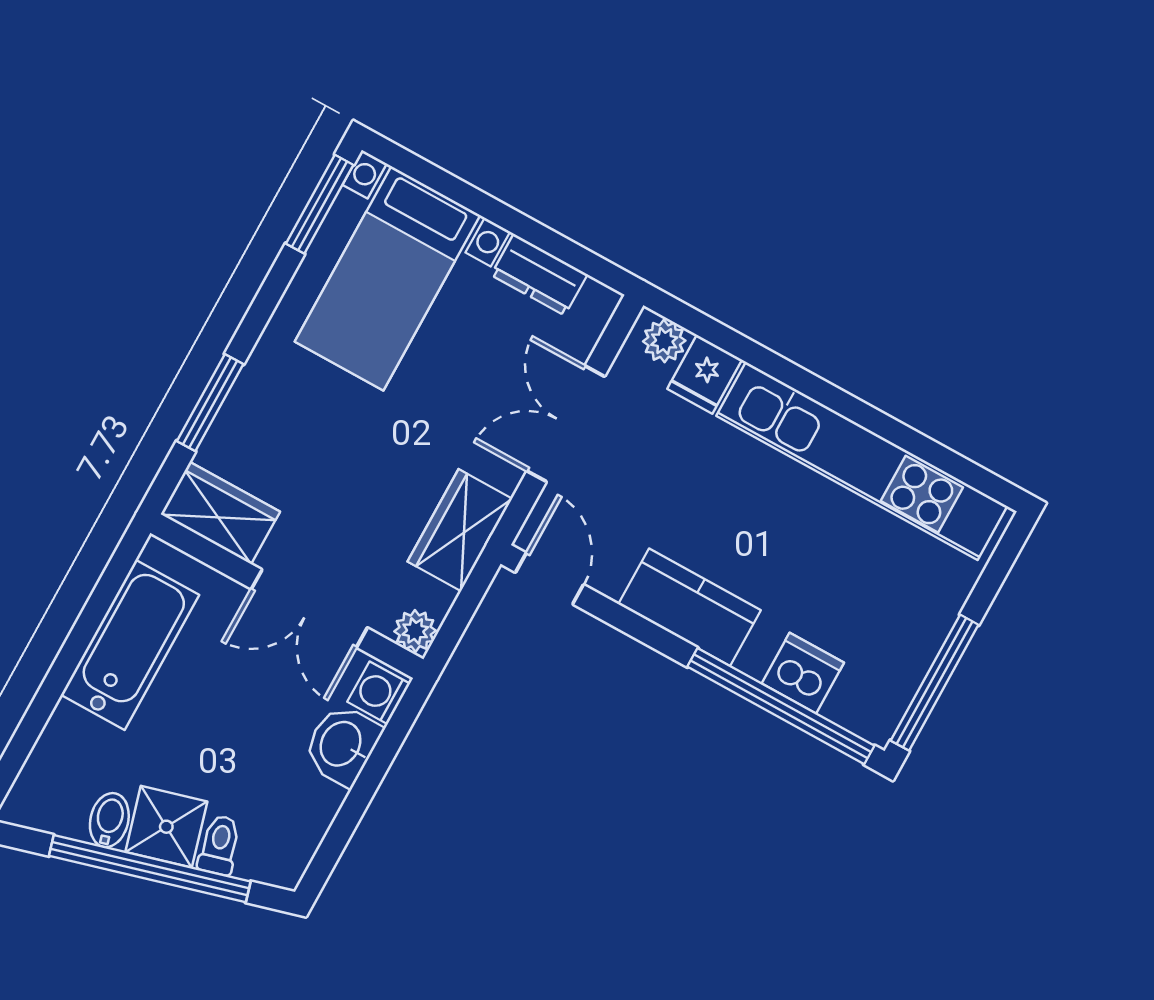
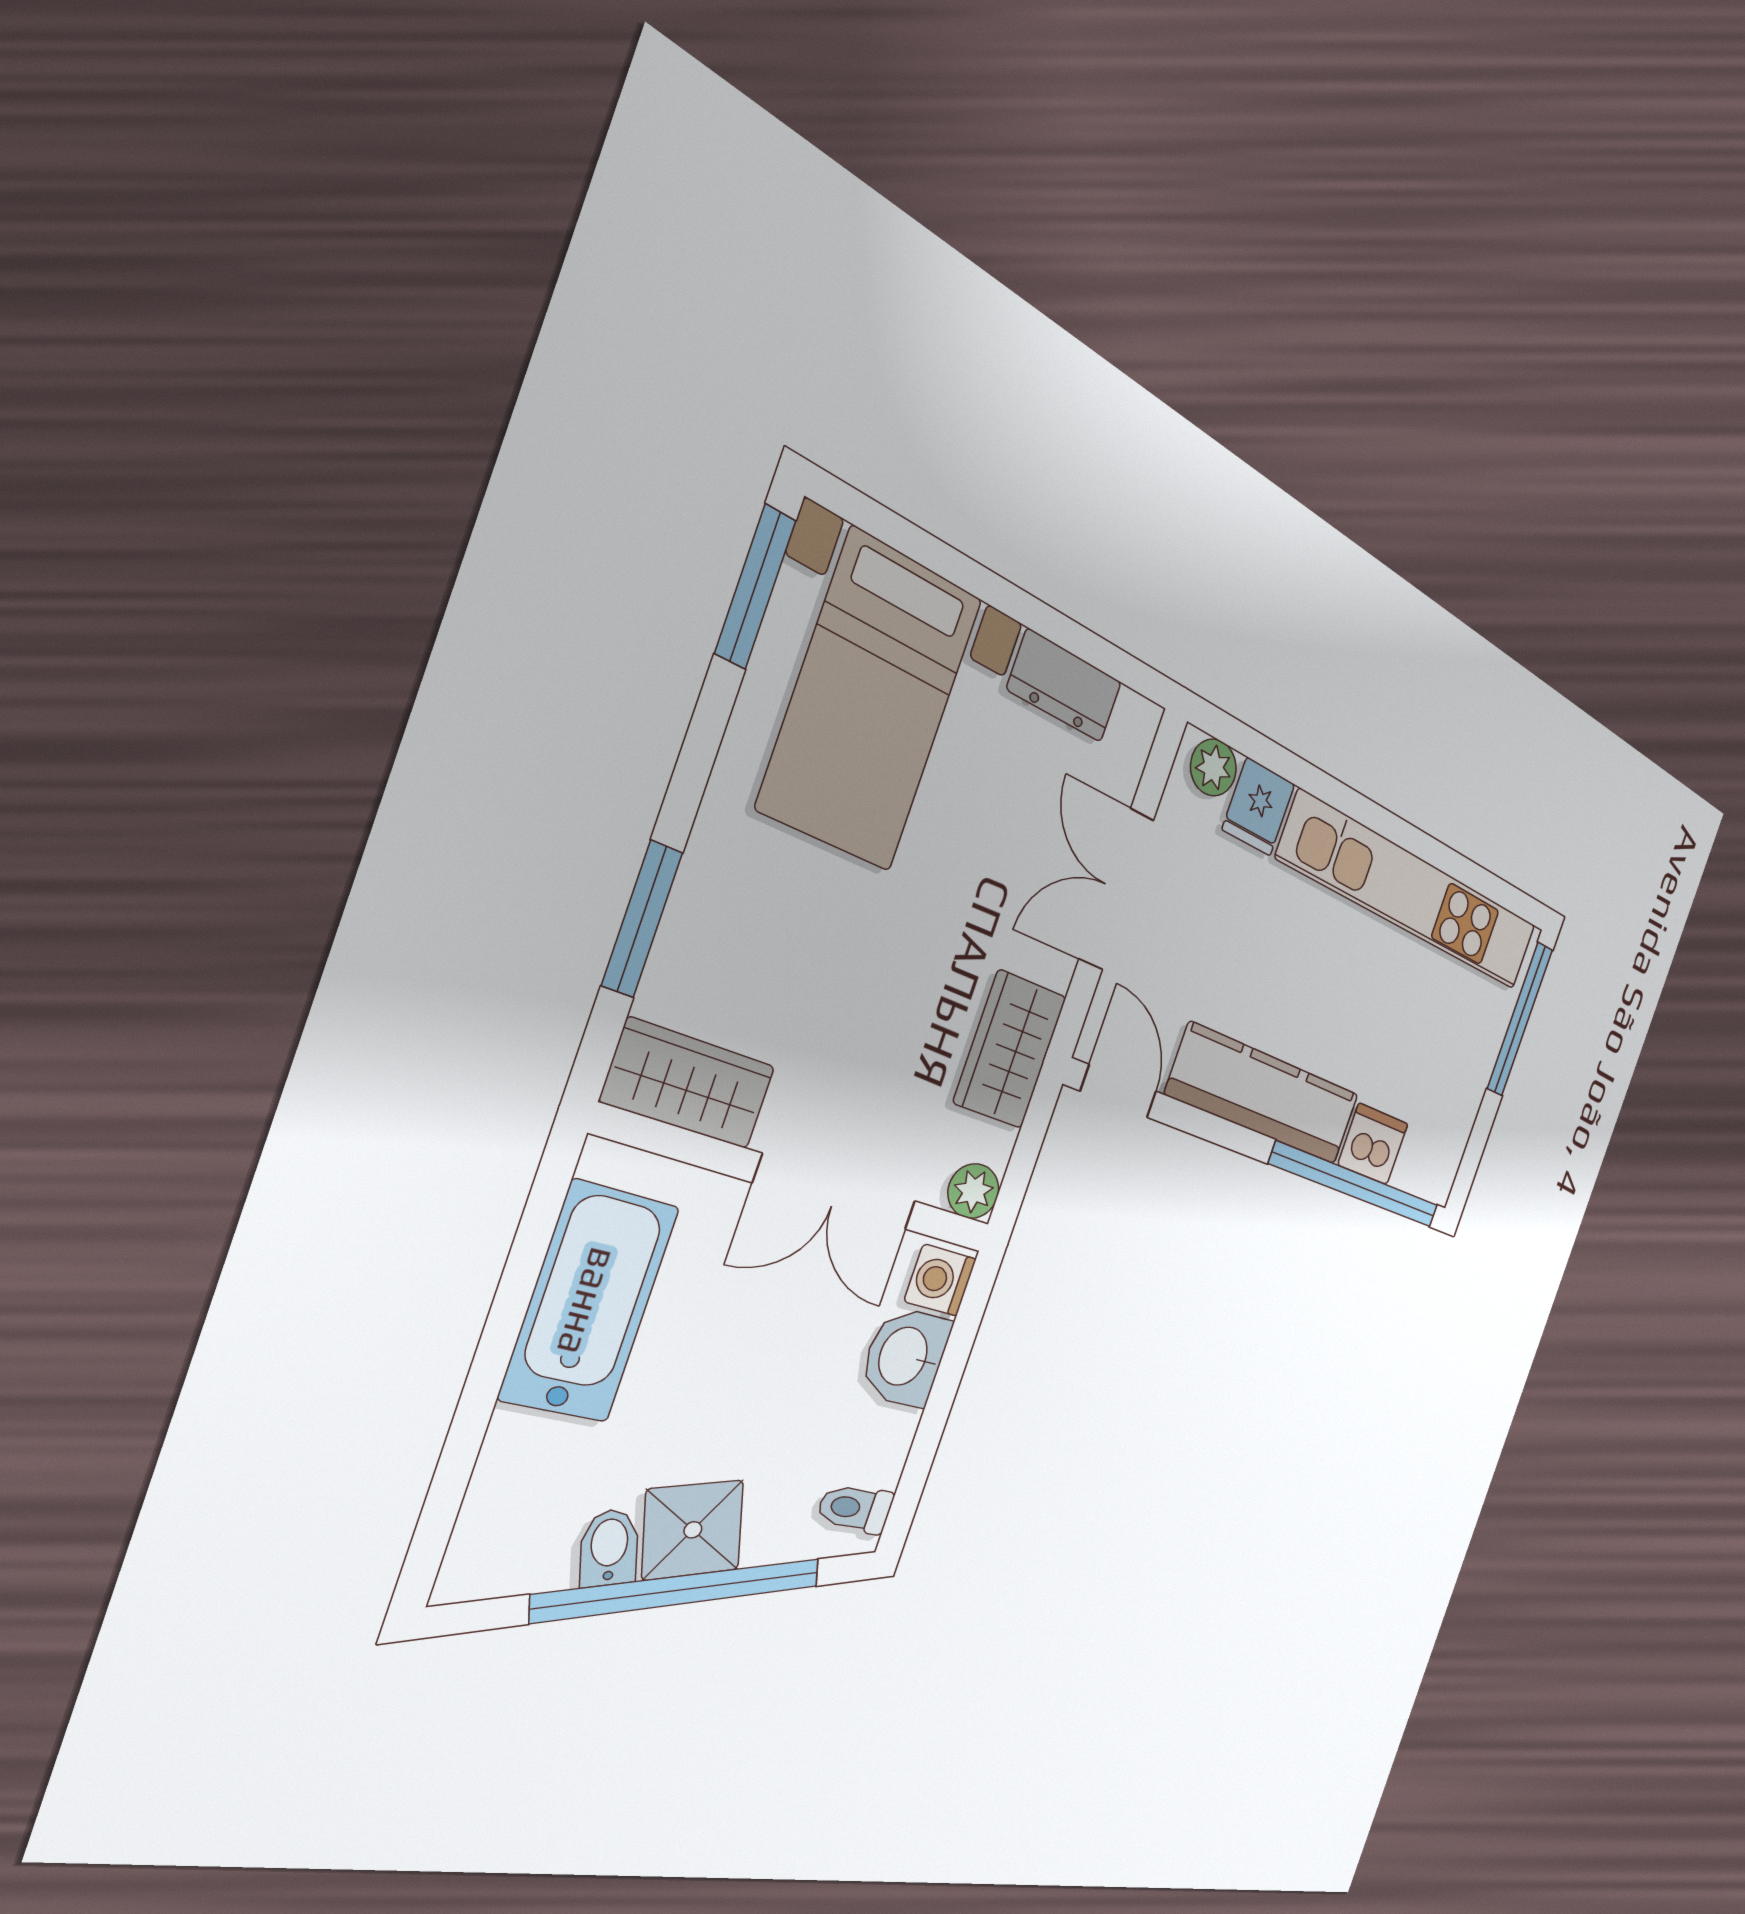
kitchen counter: (689, 607) -> (1265, 1095), width x1.50
window: (935, 683) -> (1520, 1019), moved
toilet: (219, 845) -> (855, 1508), moved, turned -74

